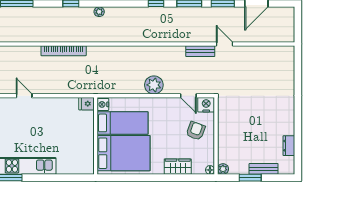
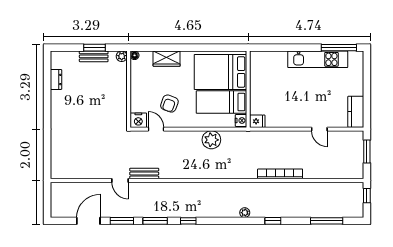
plant: (154, 85) -> (211, 140), moved
armchair: (196, 131) -> (169, 104), moved
bench: (264, 169) -> (94, 56), moved

